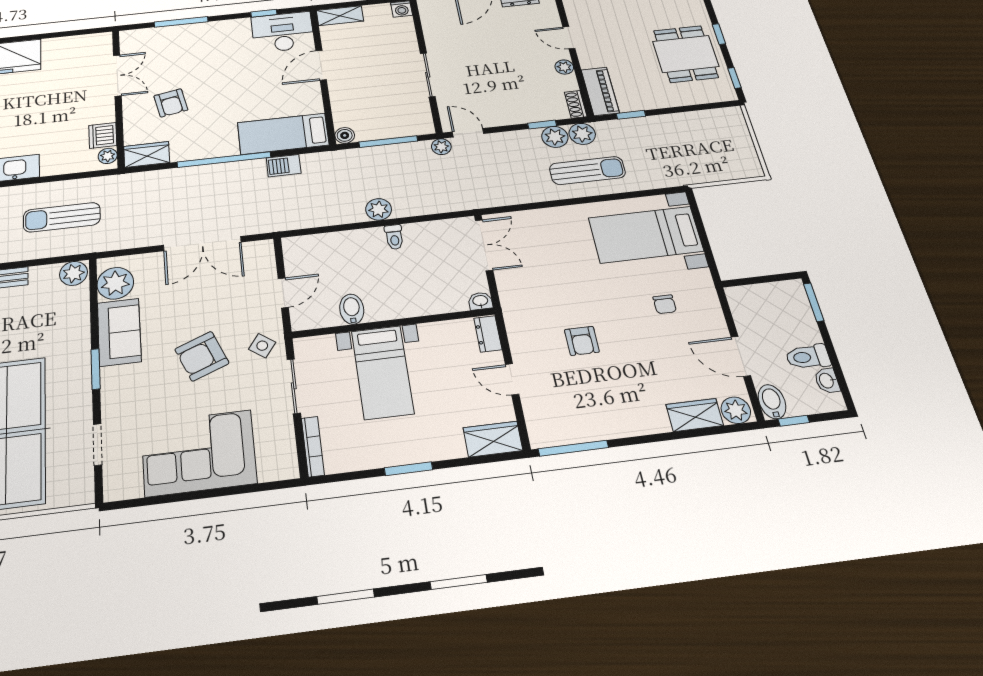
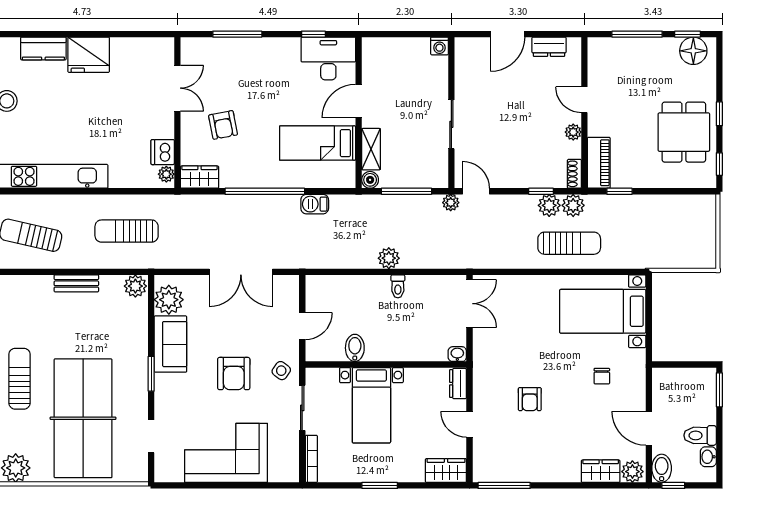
shelving: (340, 16) -> (371, 149), moved, turned 90
bed: (283, 134) -> (318, 143), moved
armchair: (202, 356) -> (234, 374), turned -68

